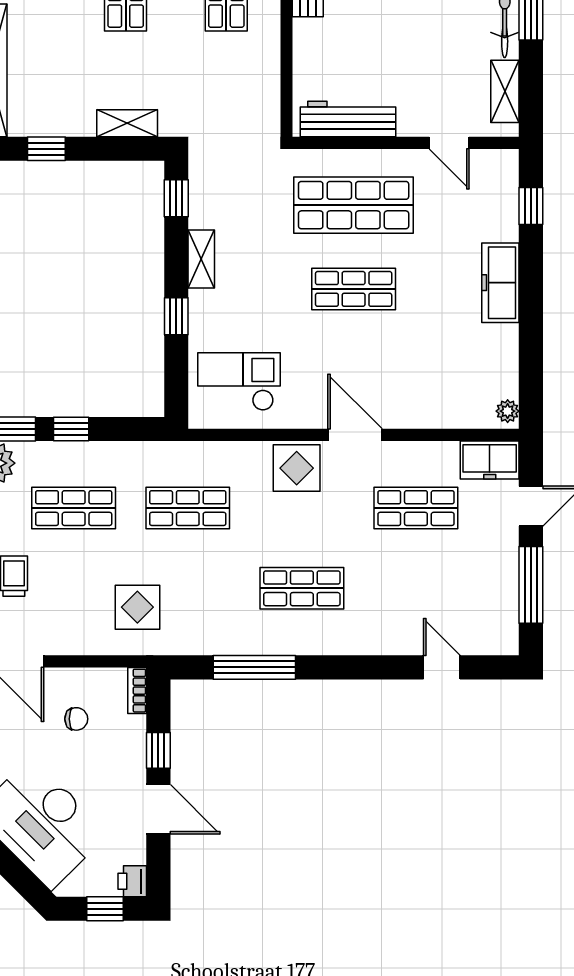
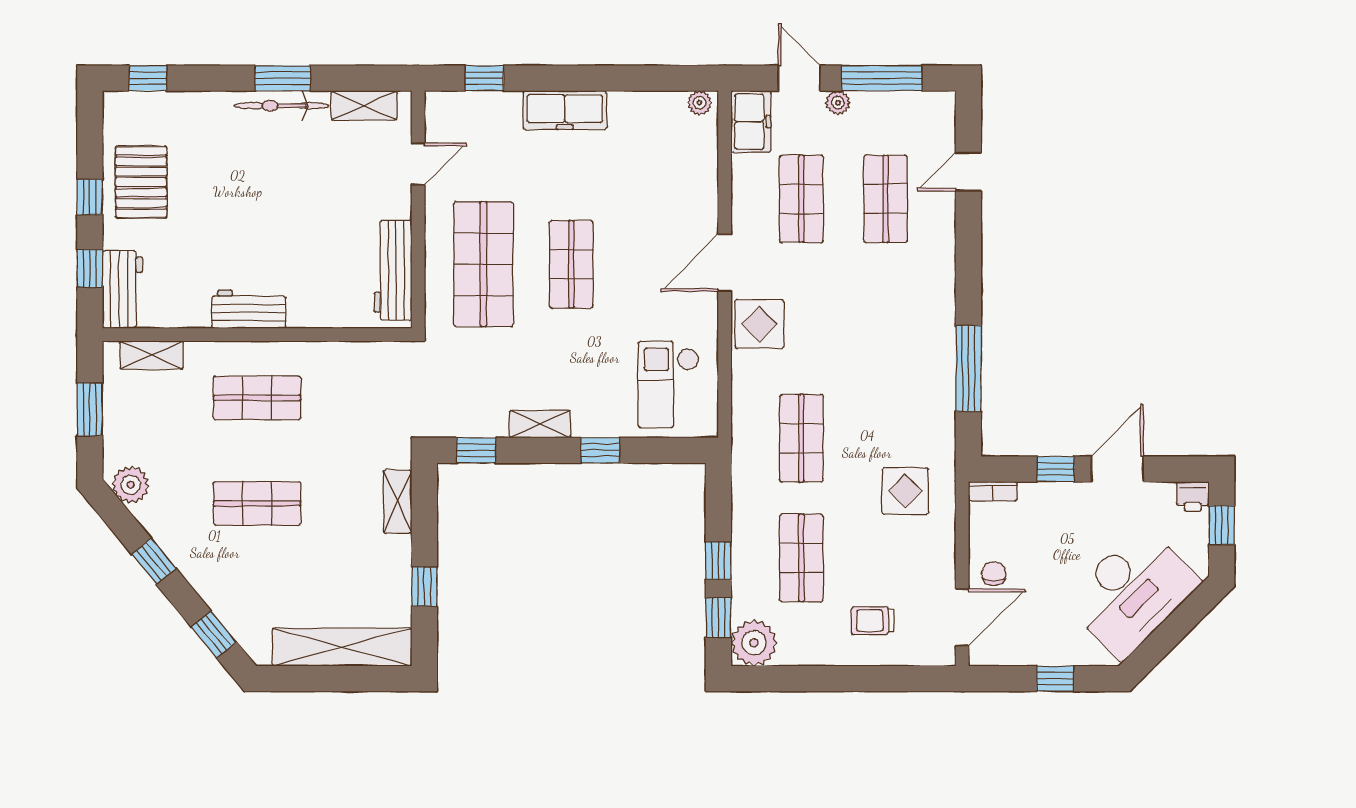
plant: (508, 543) -> (838, 103), added
shop shelf: (302, 588) -> (885, 199), moved
chair: (76, 719) -> (994, 574), moved

